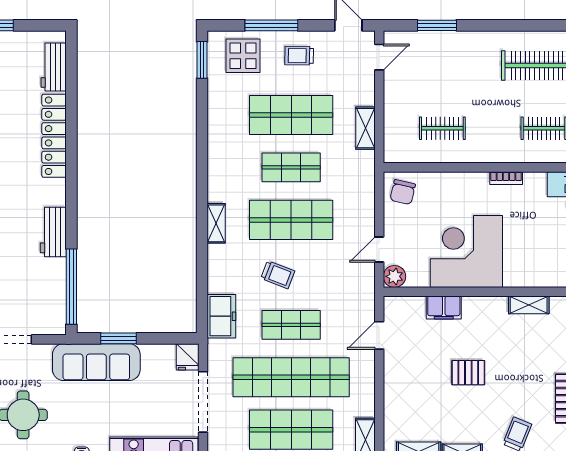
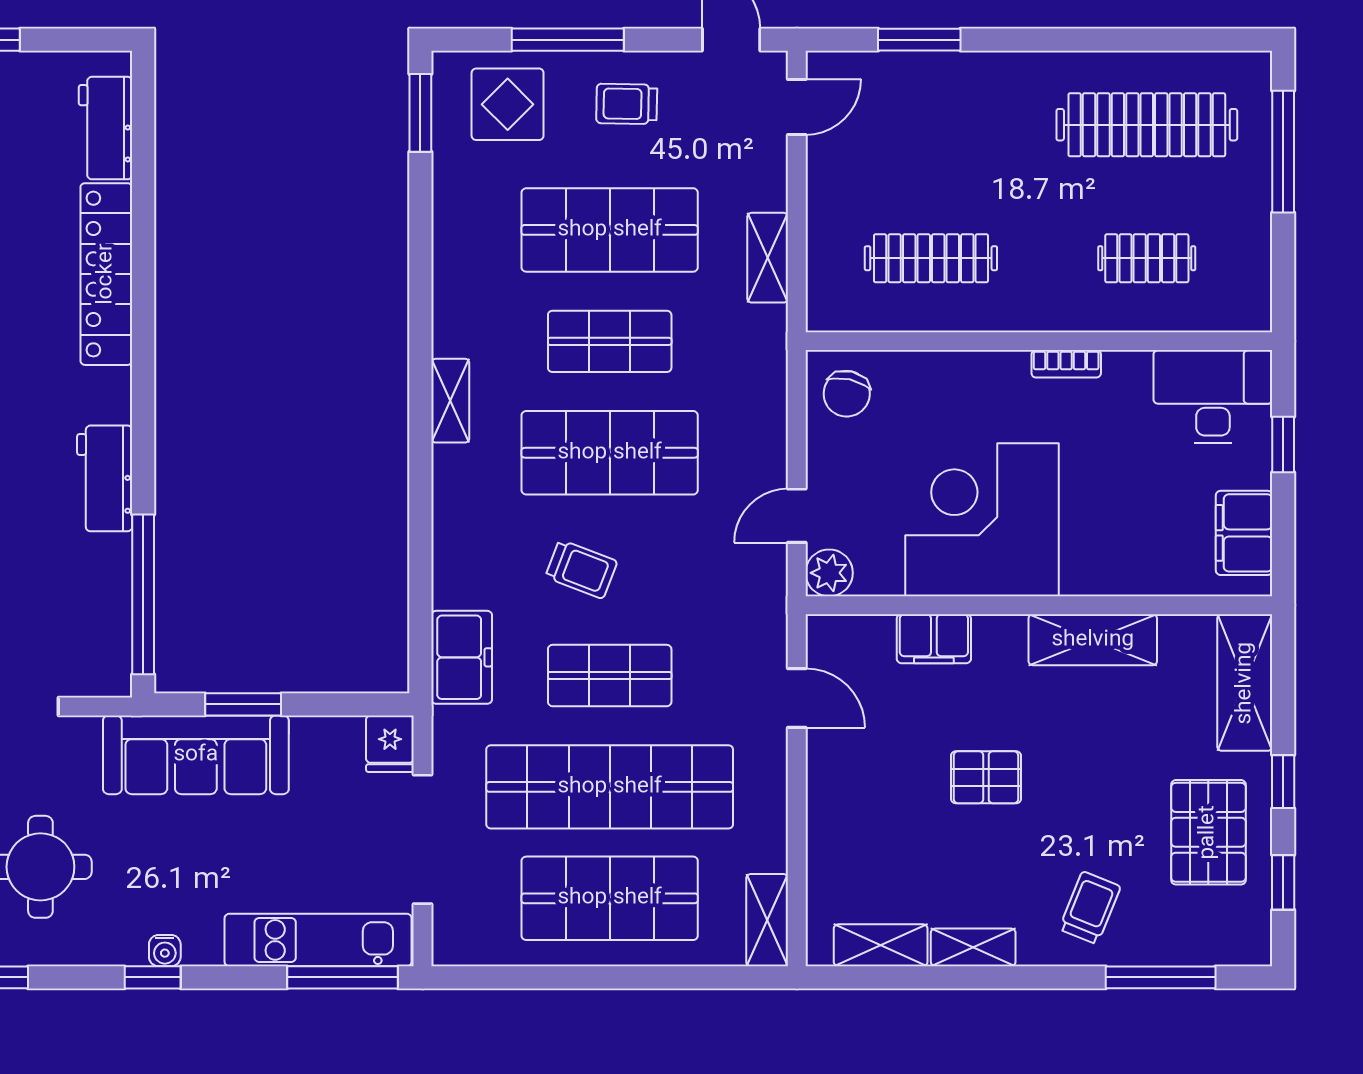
clothes rail: (442, 128) -> (931, 258), width x1.36
shelving: (216, 223) -> (450, 401), moved
shelving: (529, 305) -> (1093, 640), width x1.50, depth x1.33
door: (379, 335) -> (797, 698), swing flipped

